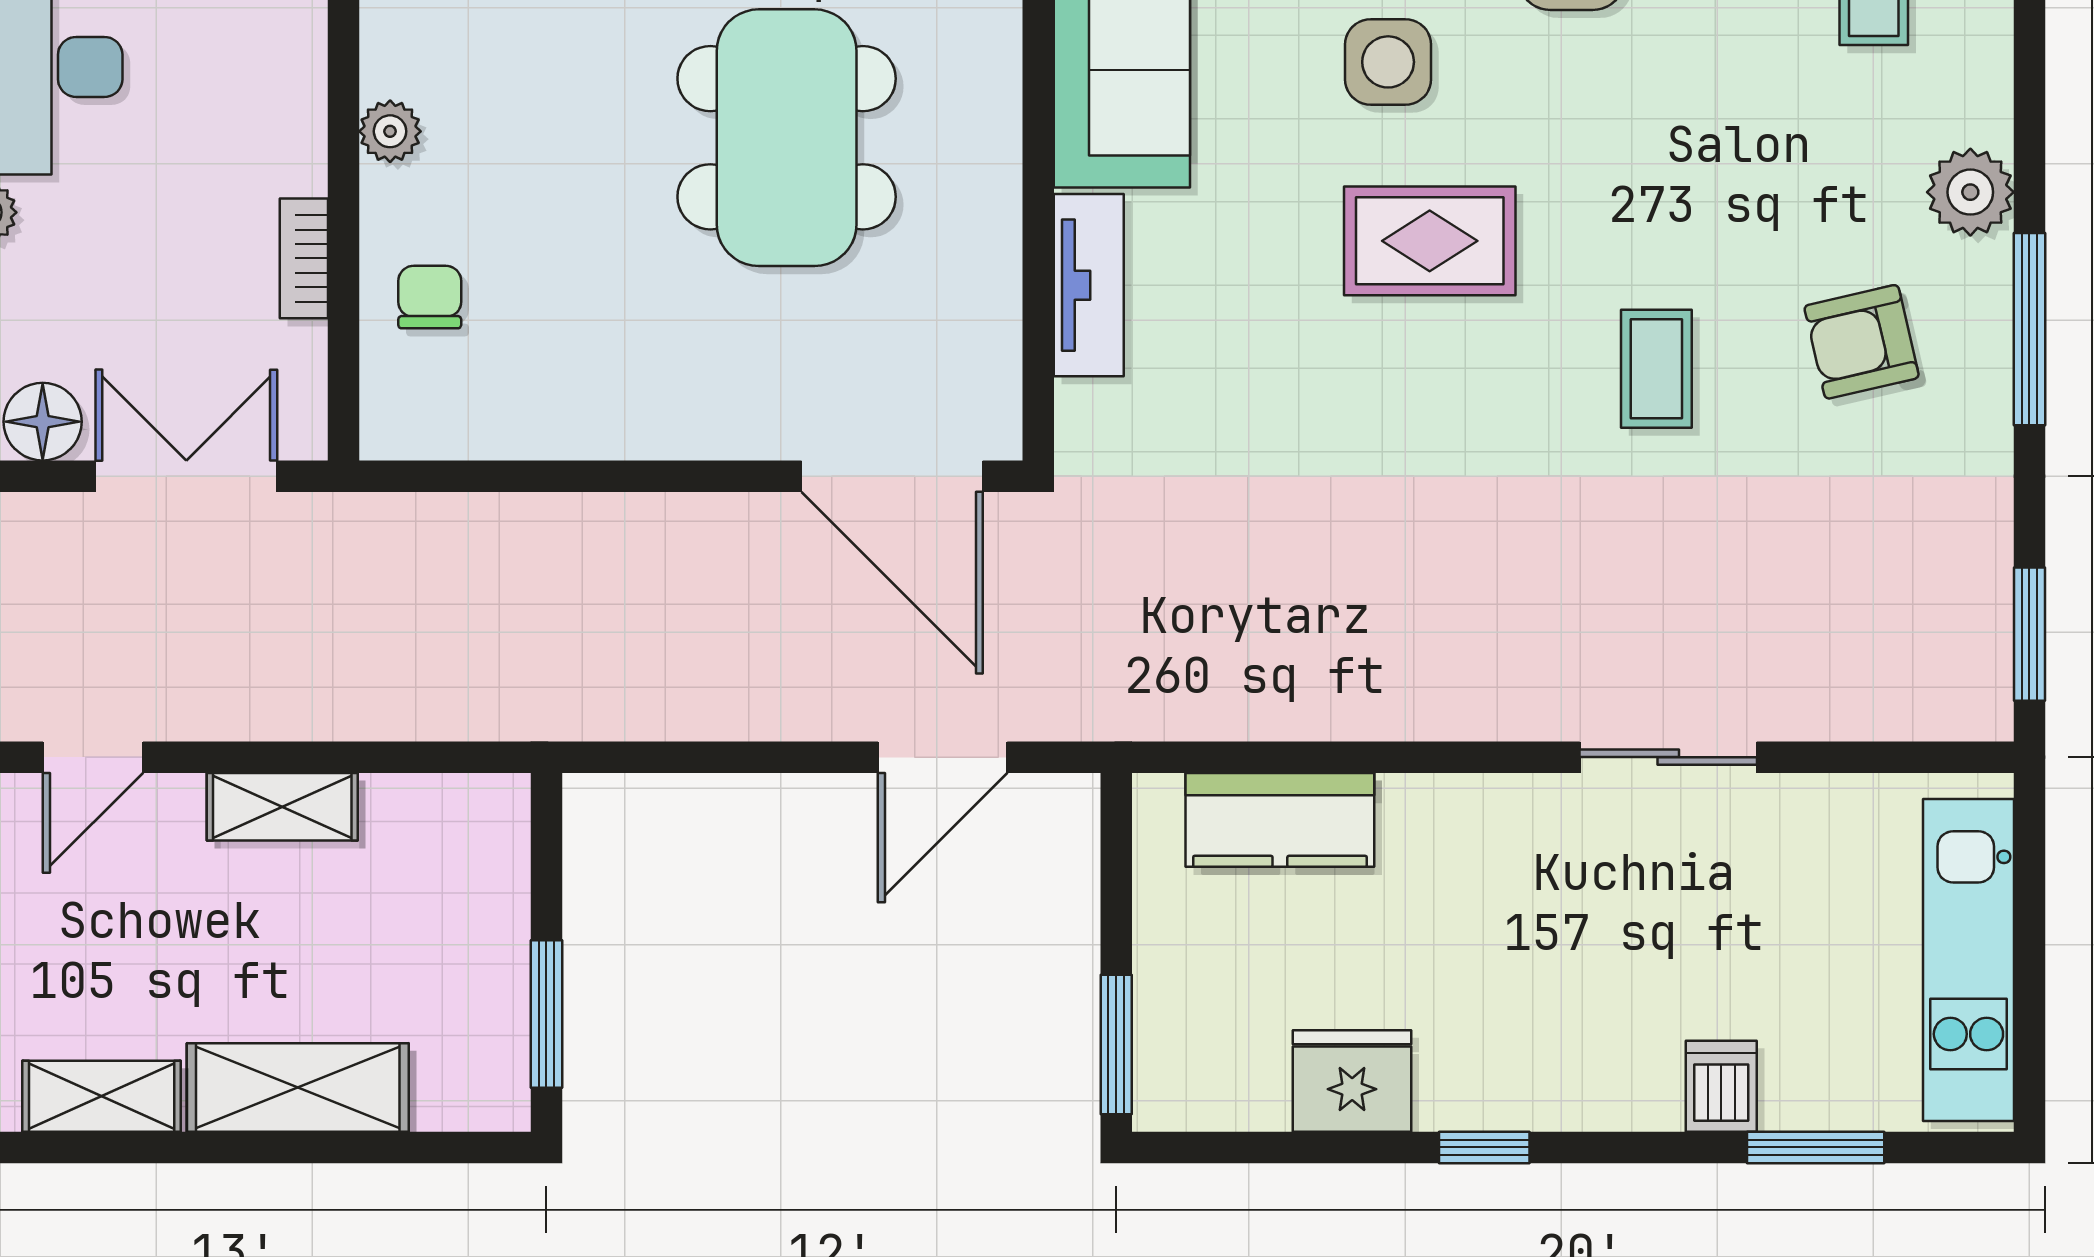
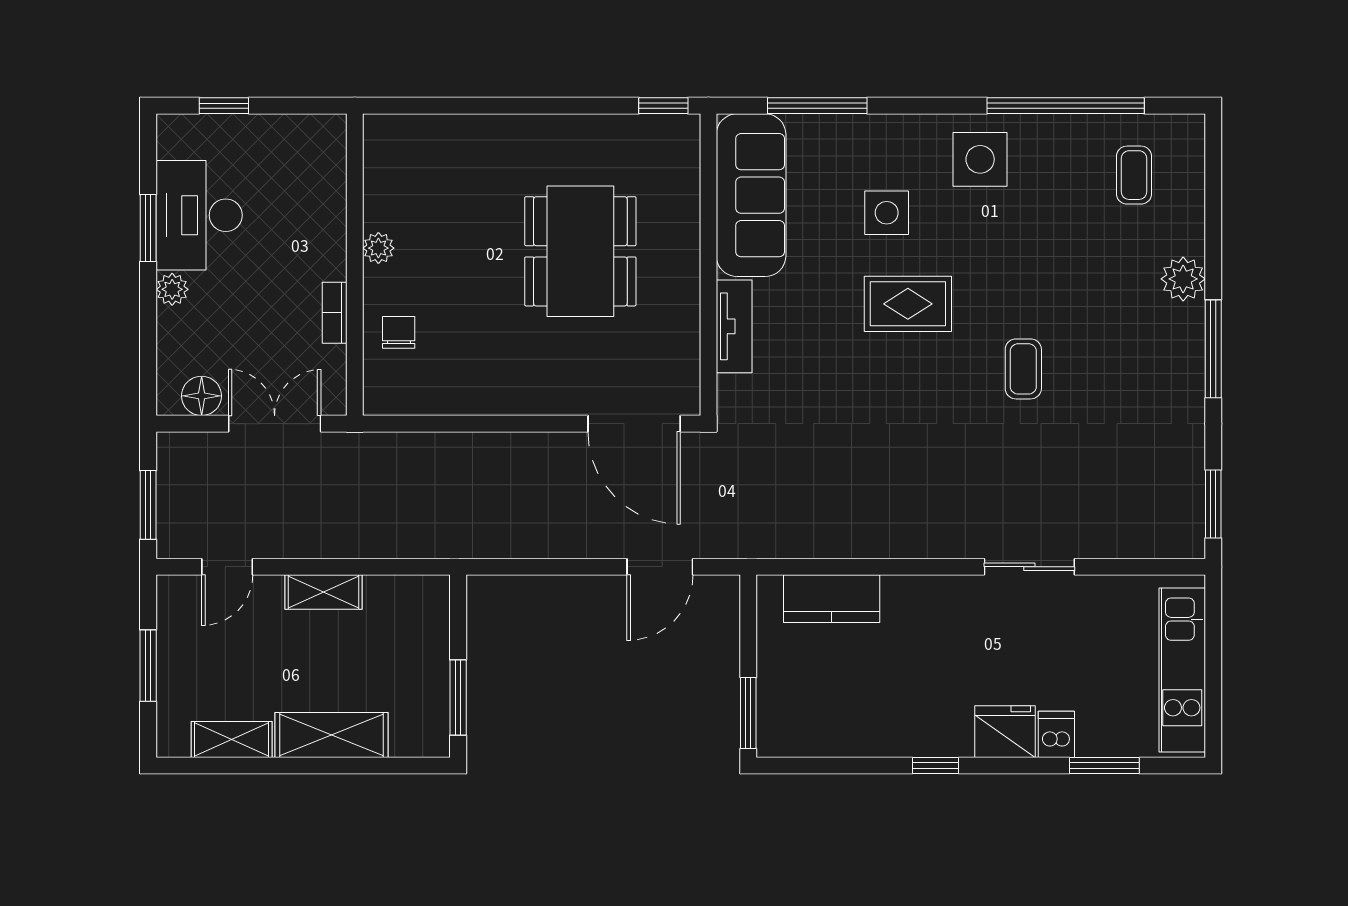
armchair: (1862, 342) -> (1128, 355), removed
fridge: (1352, 1081) -> (1005, 732), moved

